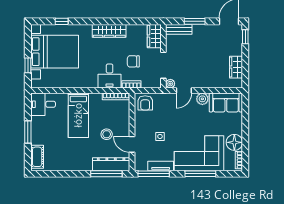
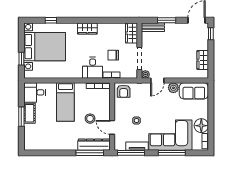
wardrobe: (109, 31) -> (87, 28), width x0.67
cot: (37, 157) -> (30, 113), moved

